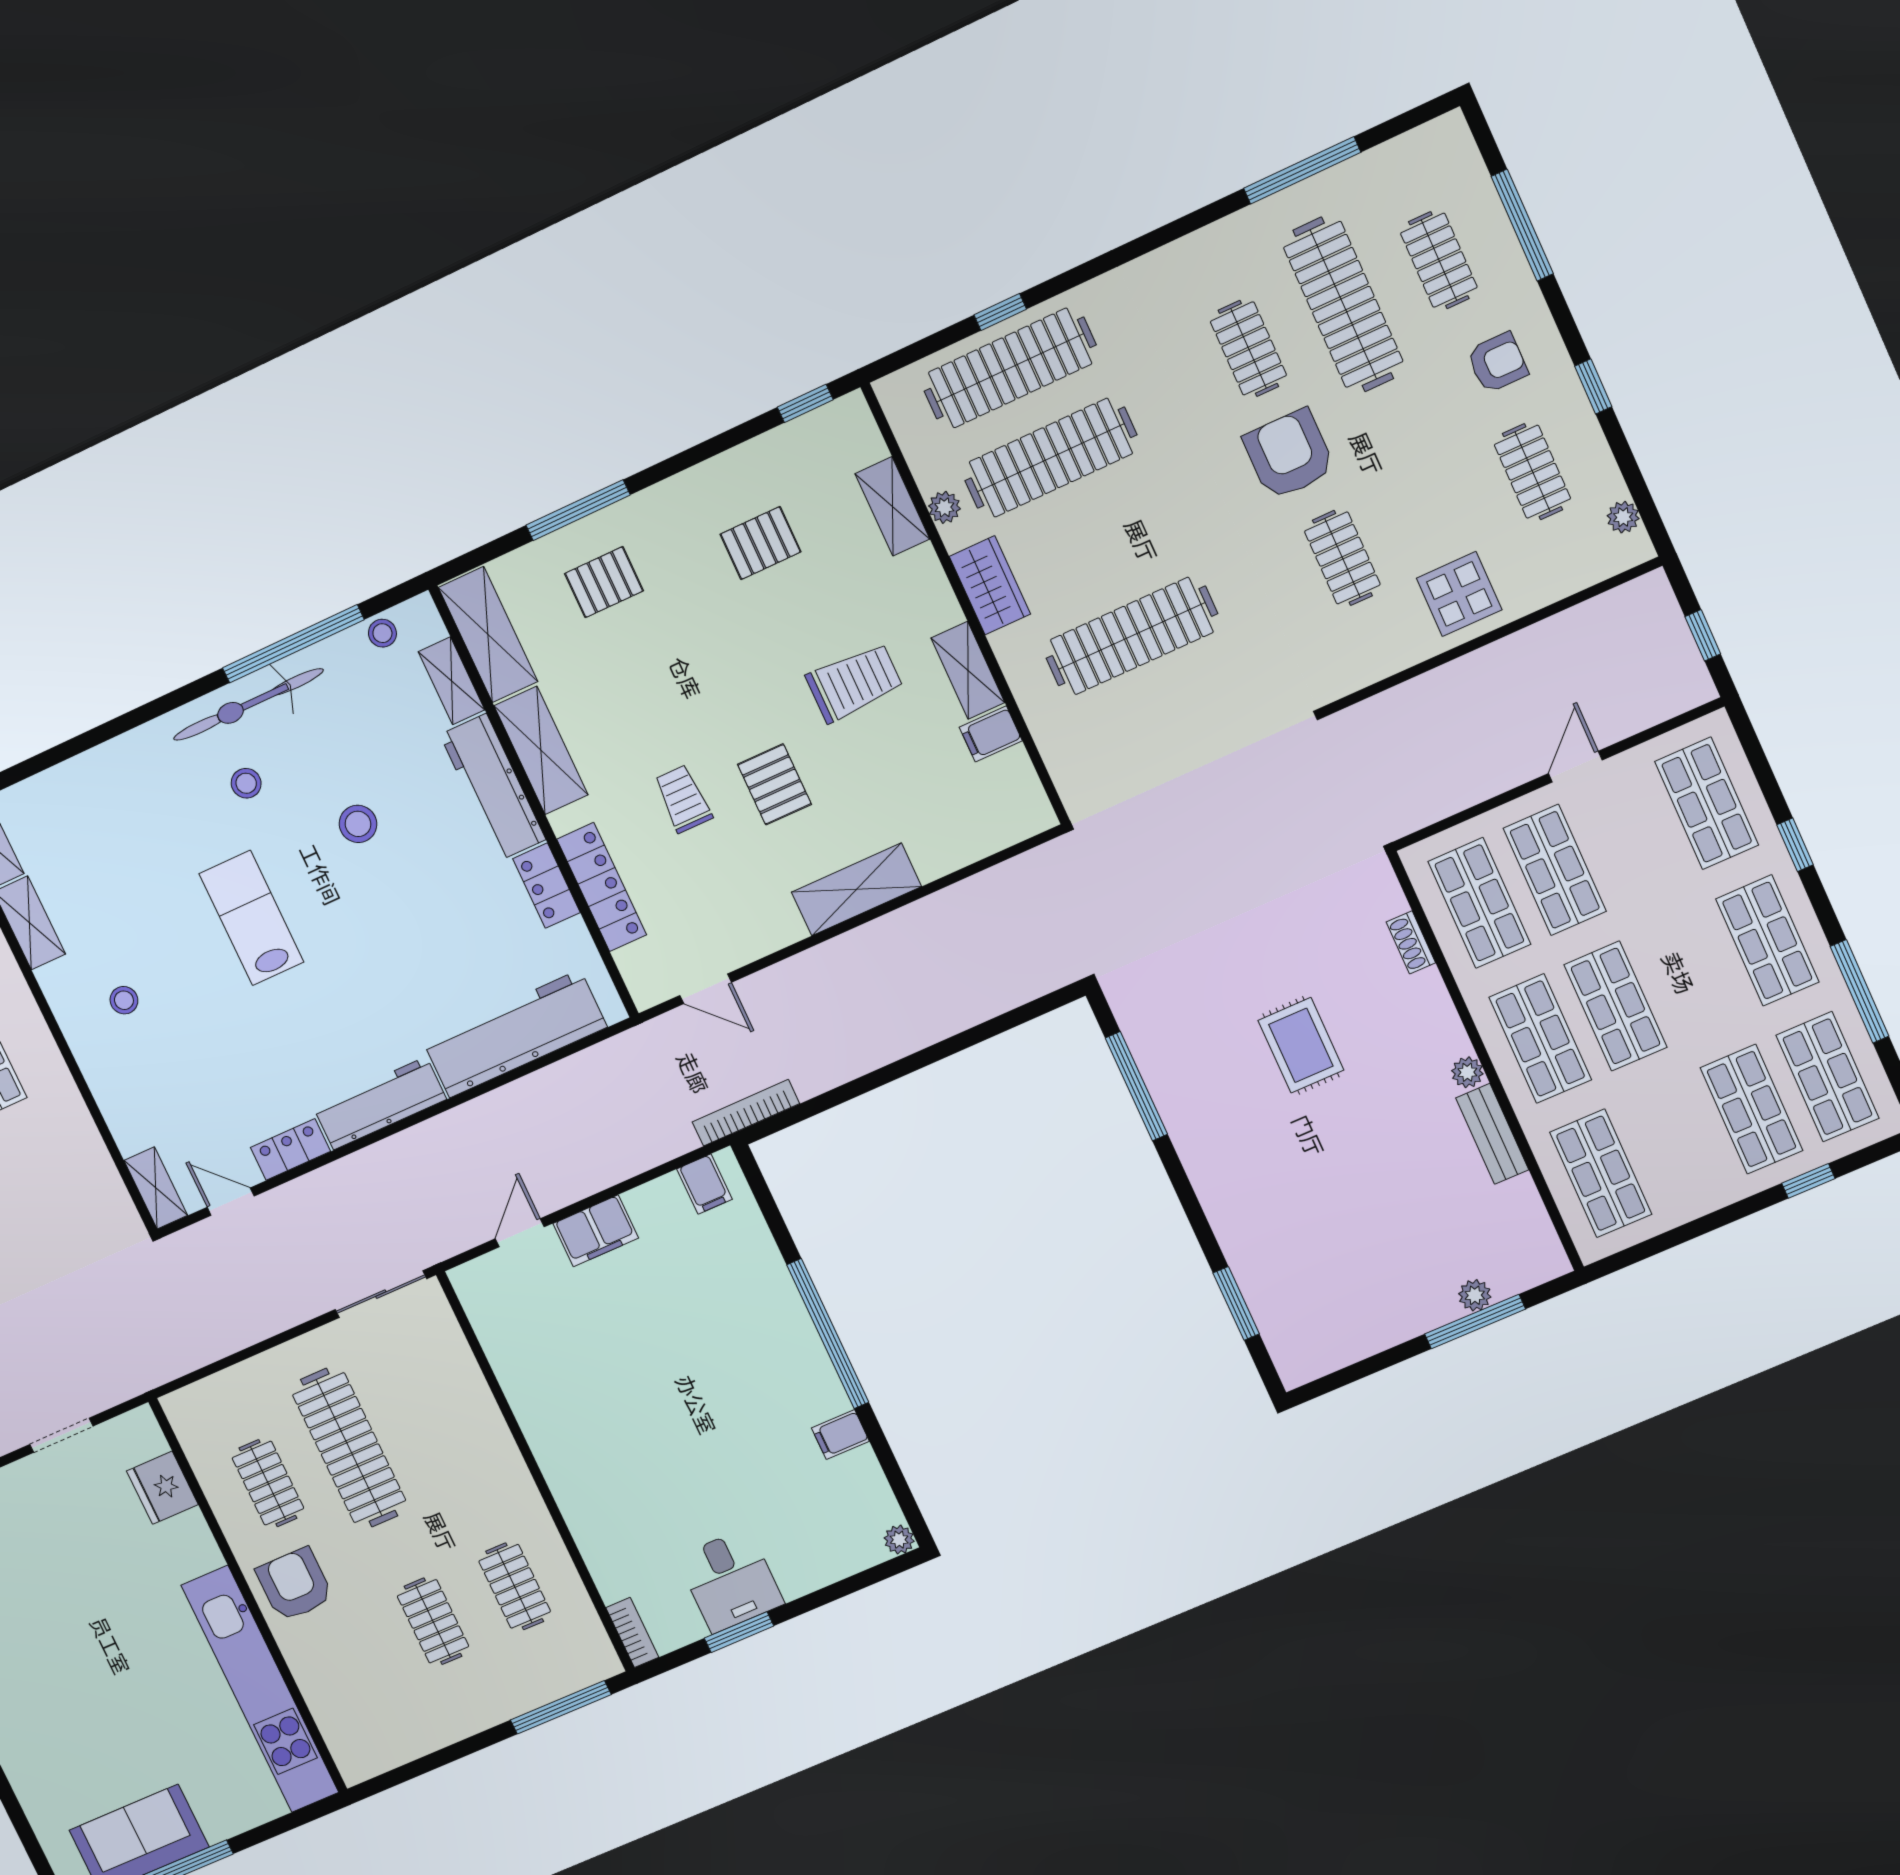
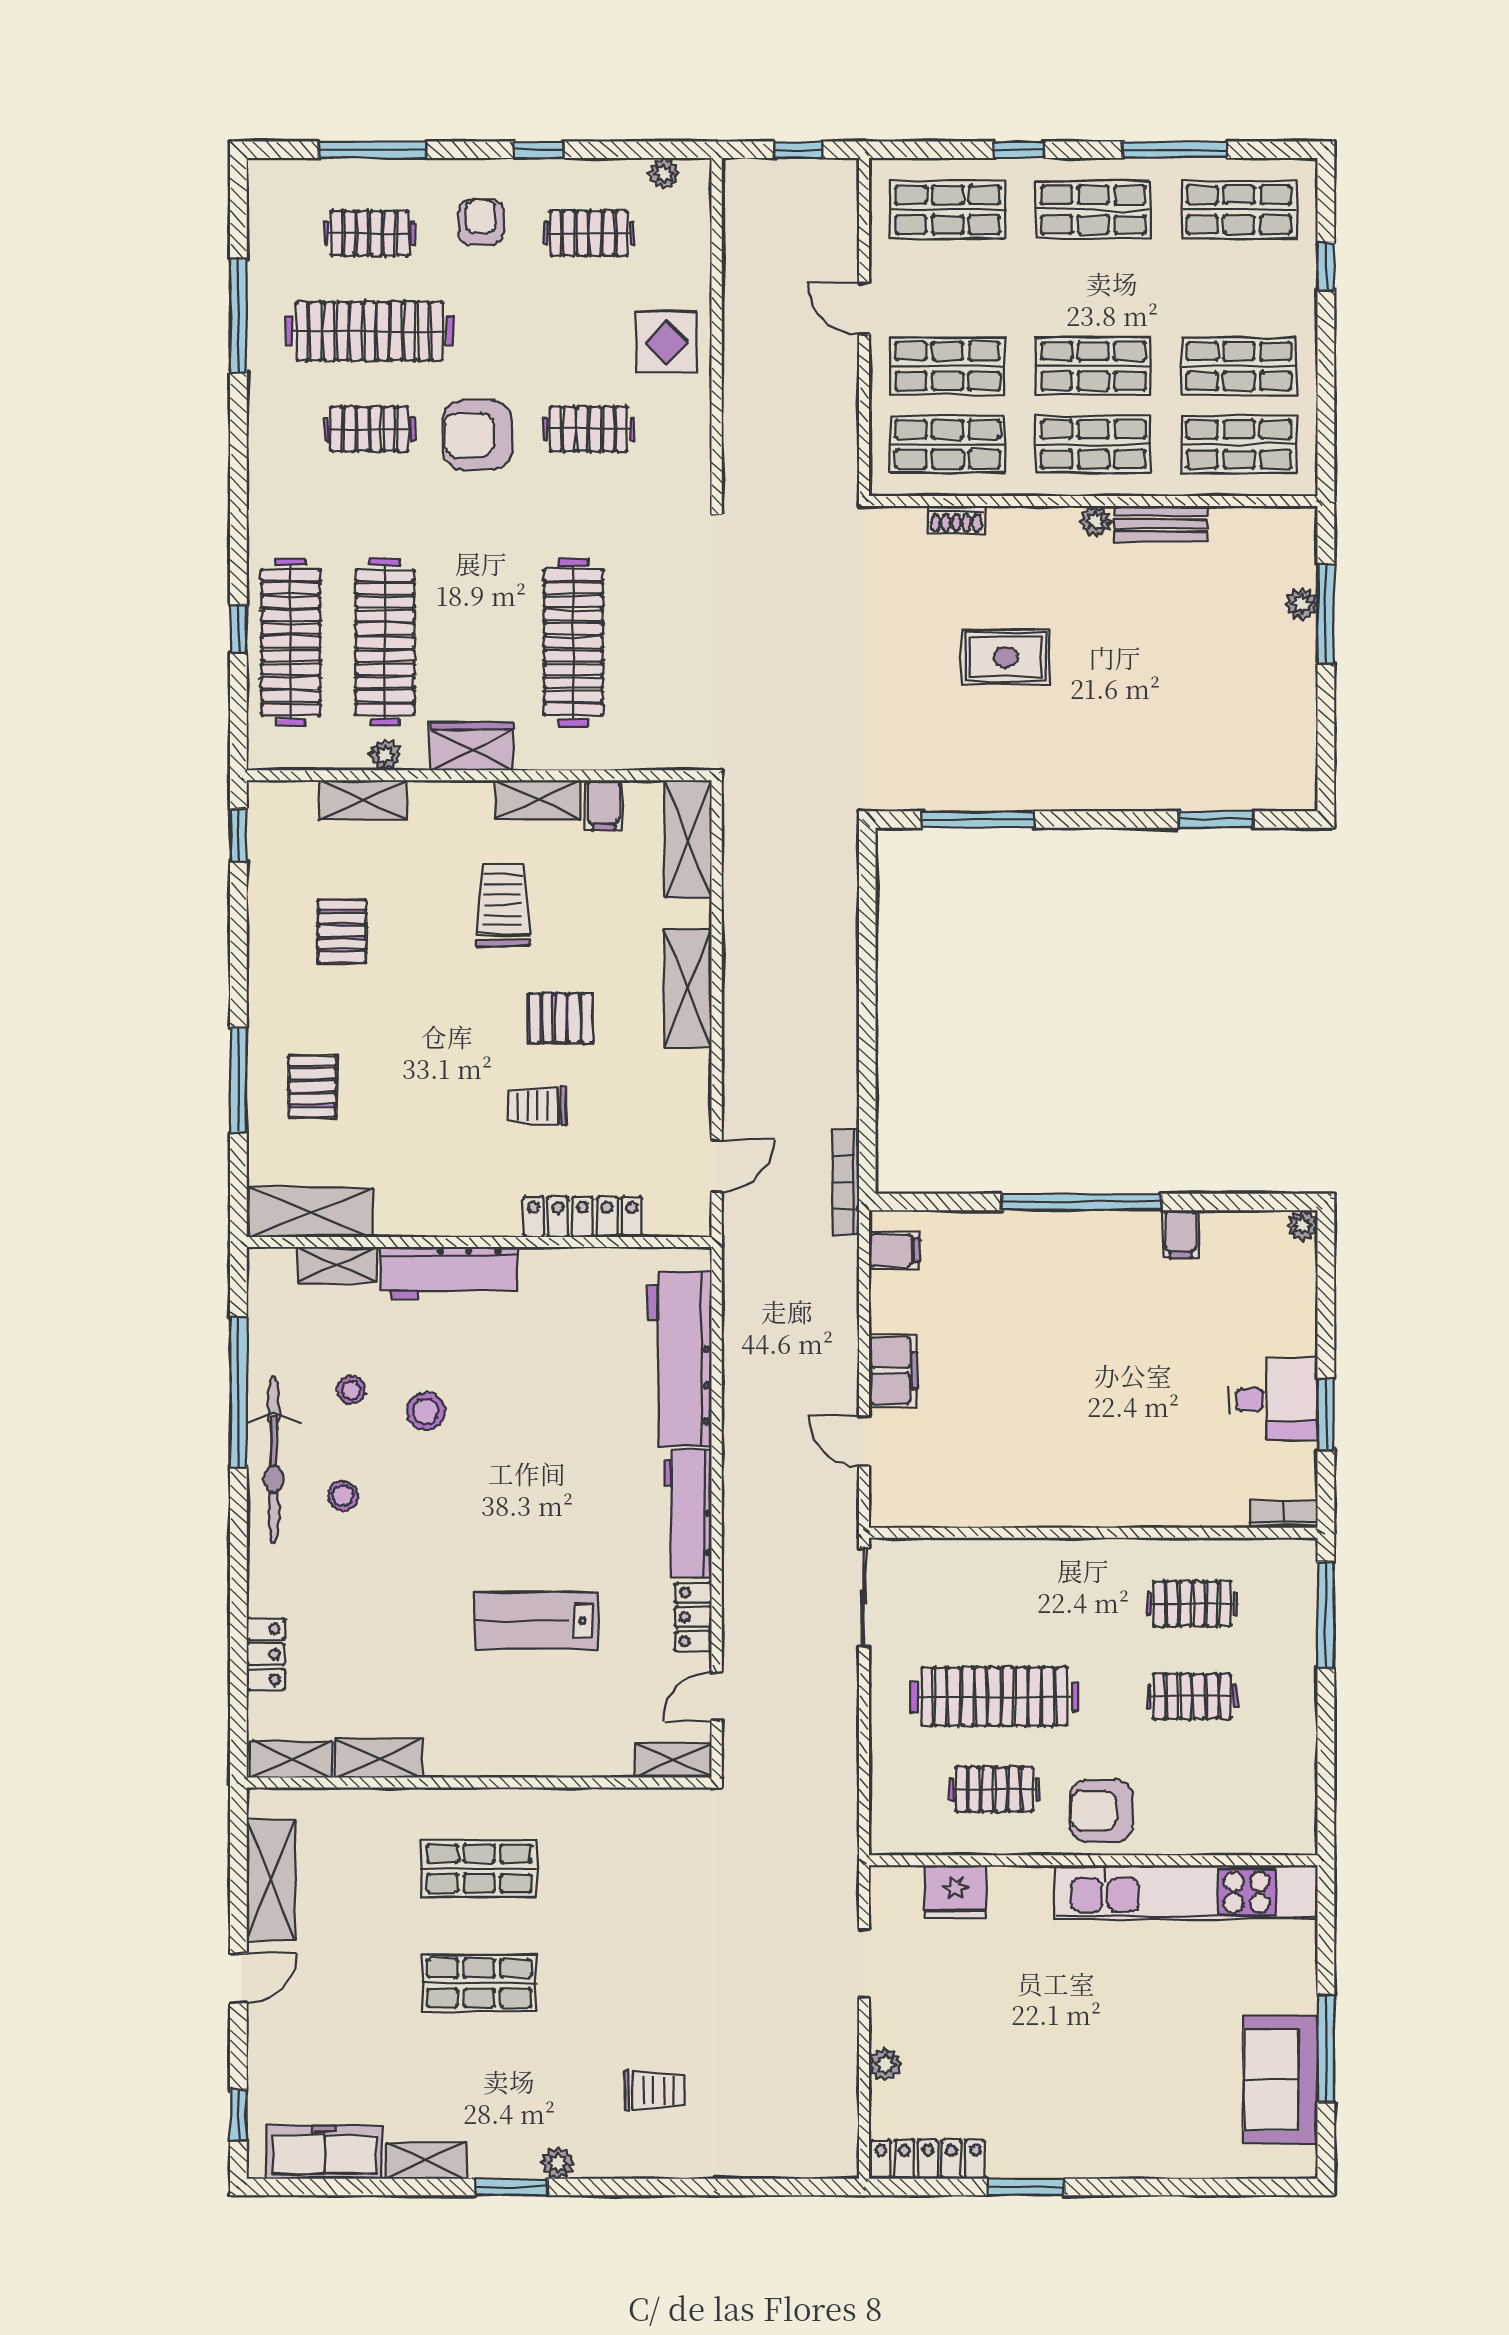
stool: (382, 633) -> (351, 1390), moved
shelving: (541, 750) -> (688, 839), moved, turned 90
locker: (546, 886) -> (266, 1654), moved, turned -90
lab bench: (251, 918) -> (537, 1621), moved
stool: (124, 1000) -> (488, 1705), removed
shop shelf: (1752, 1109) -> (1239, 366), moved

